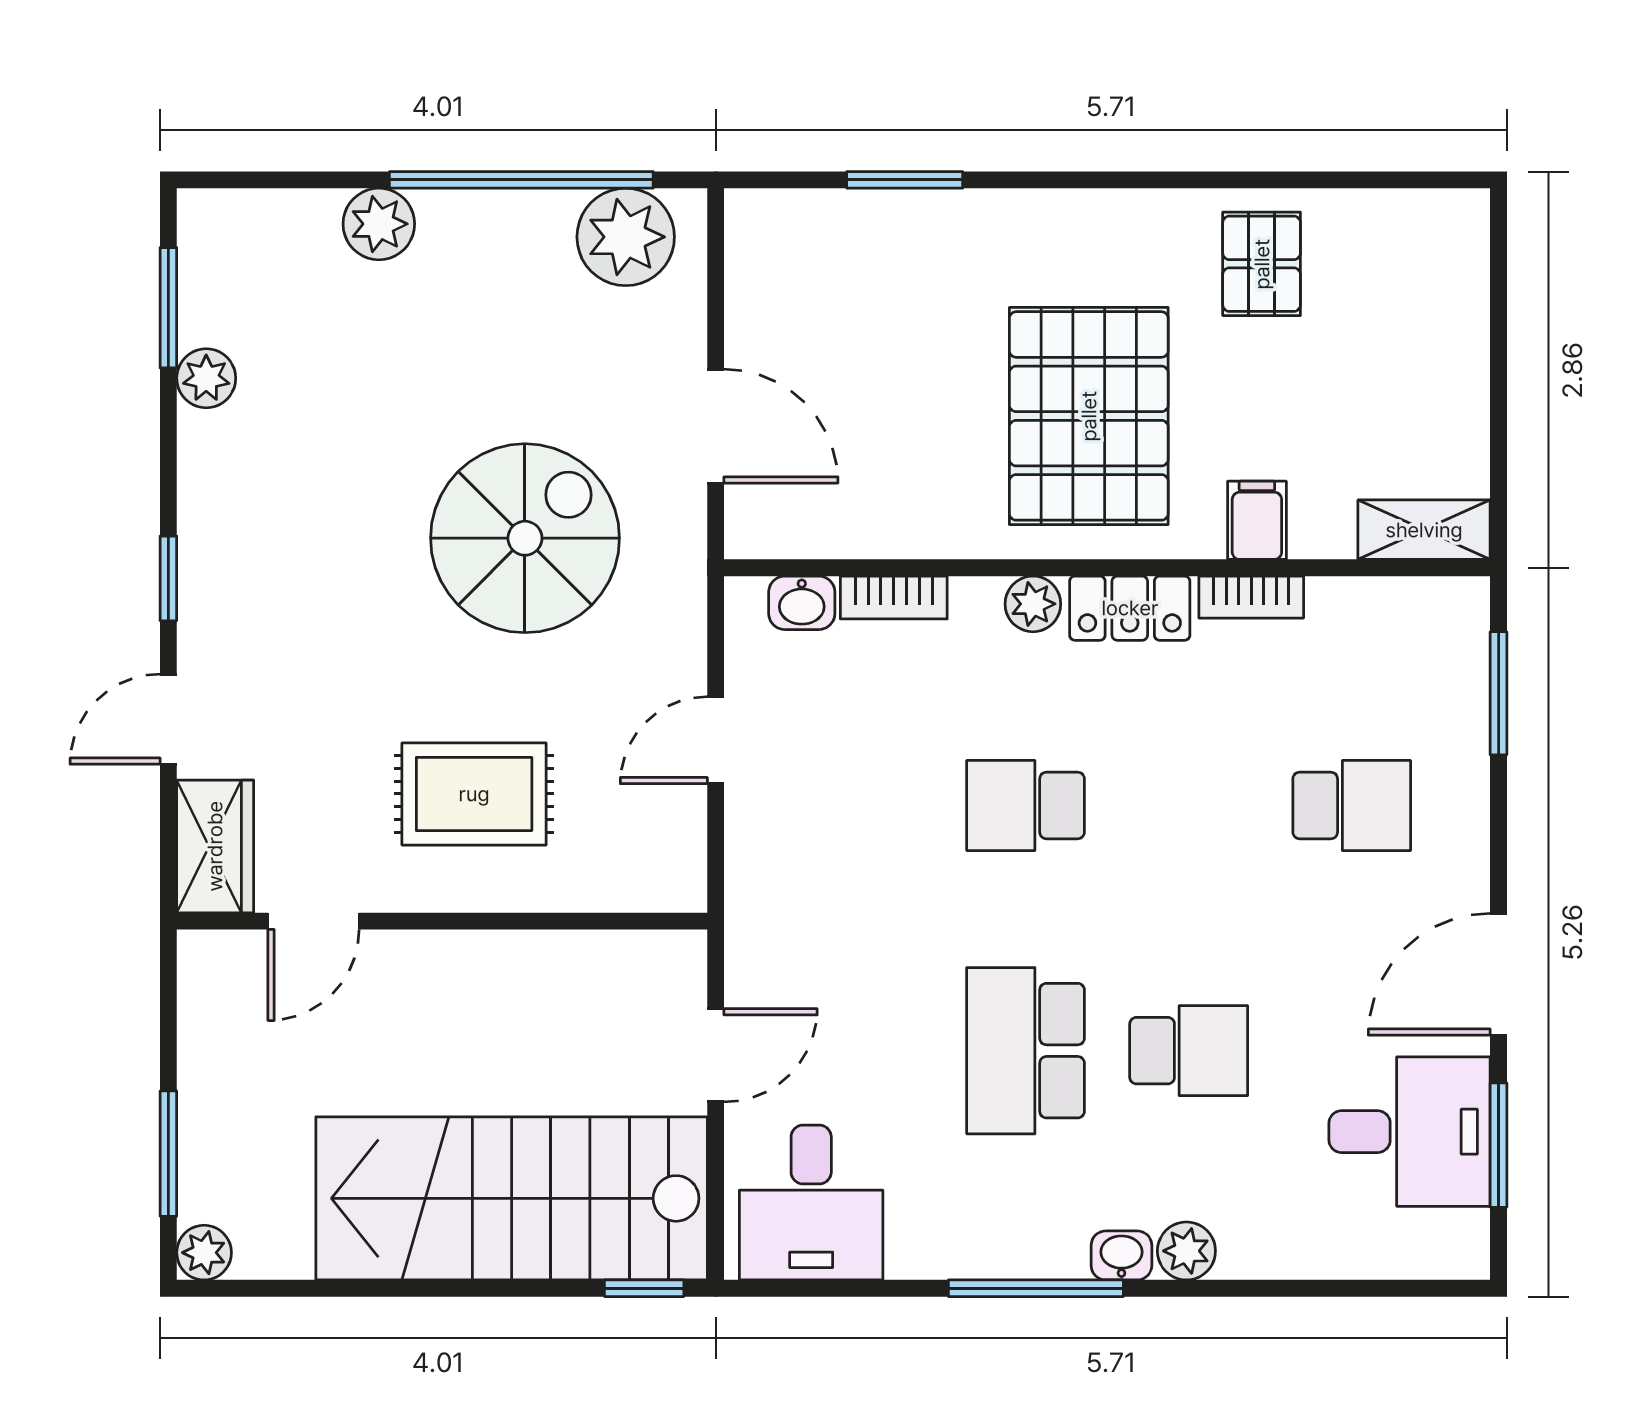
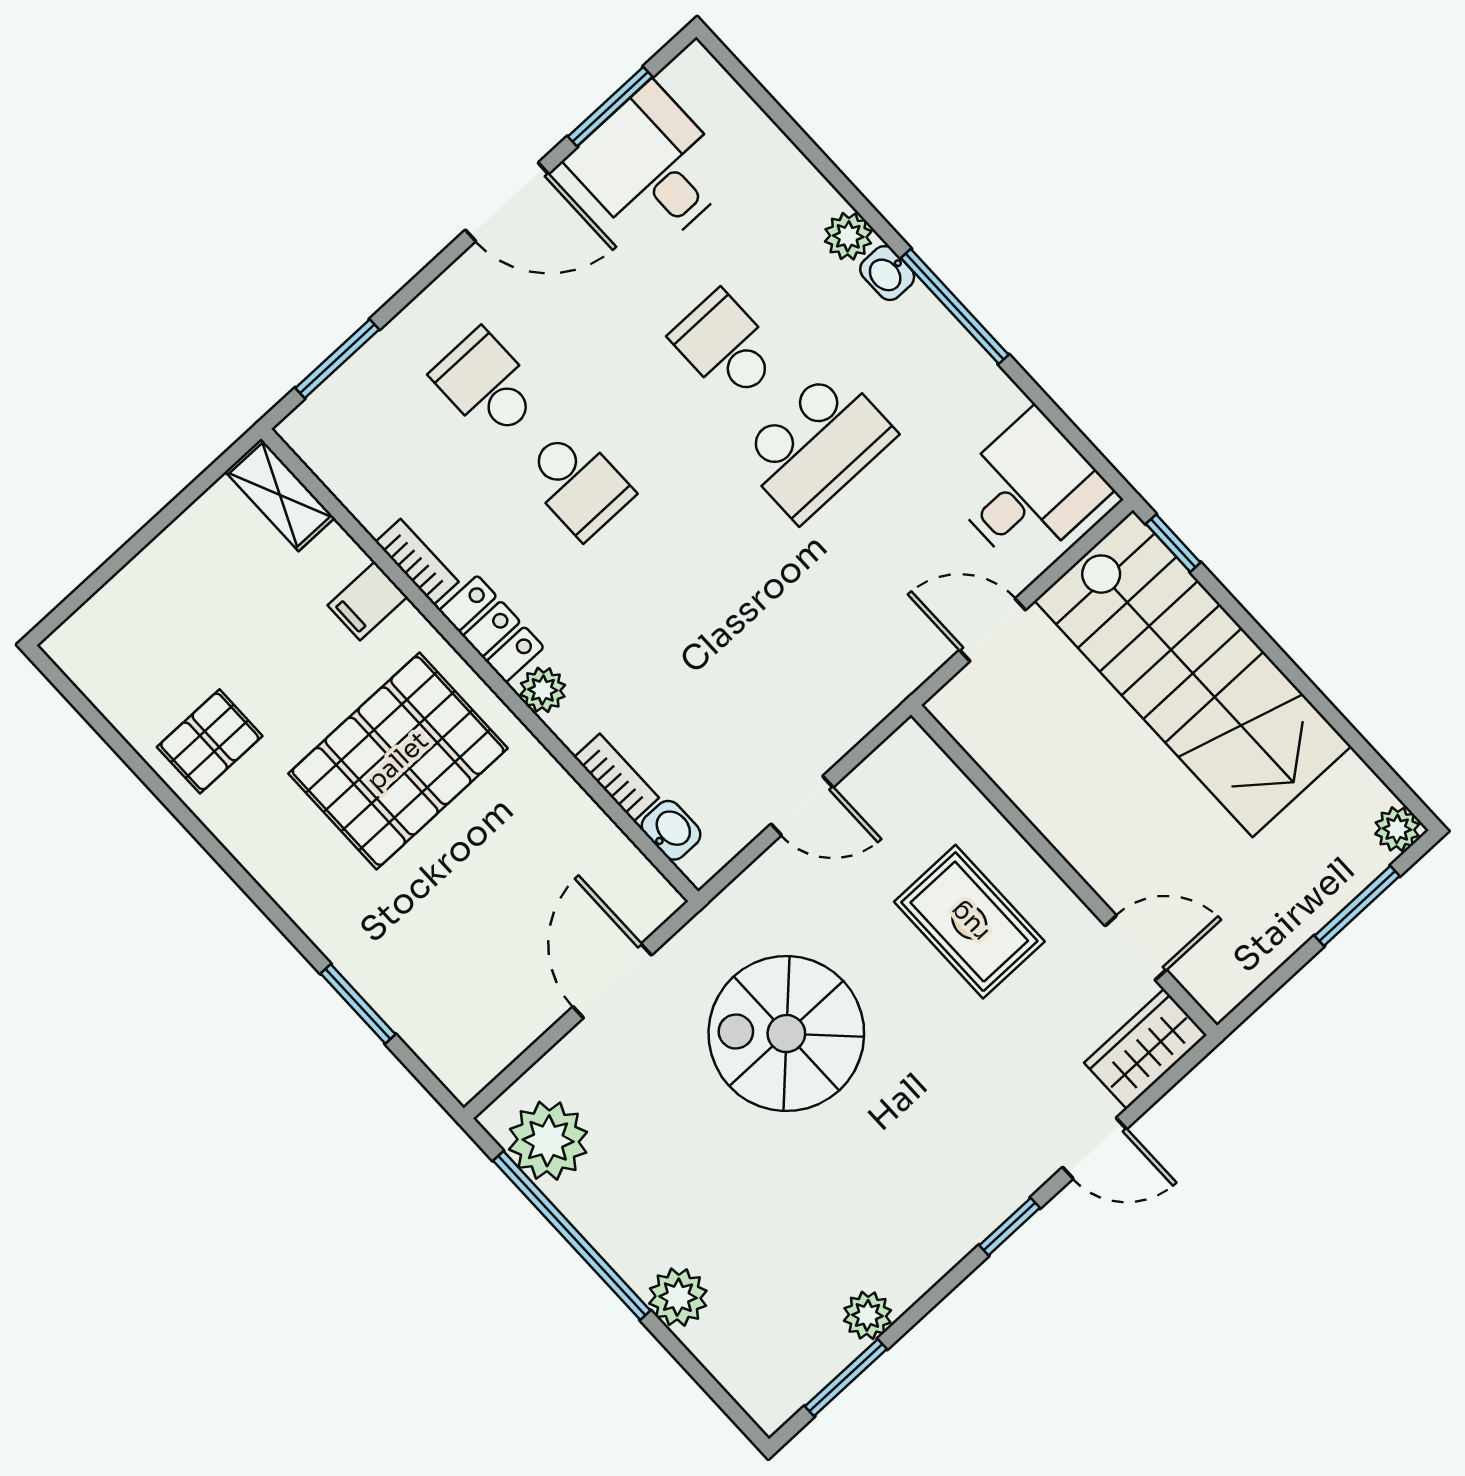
school desk: (1026, 805) -> (578, 483), moved

